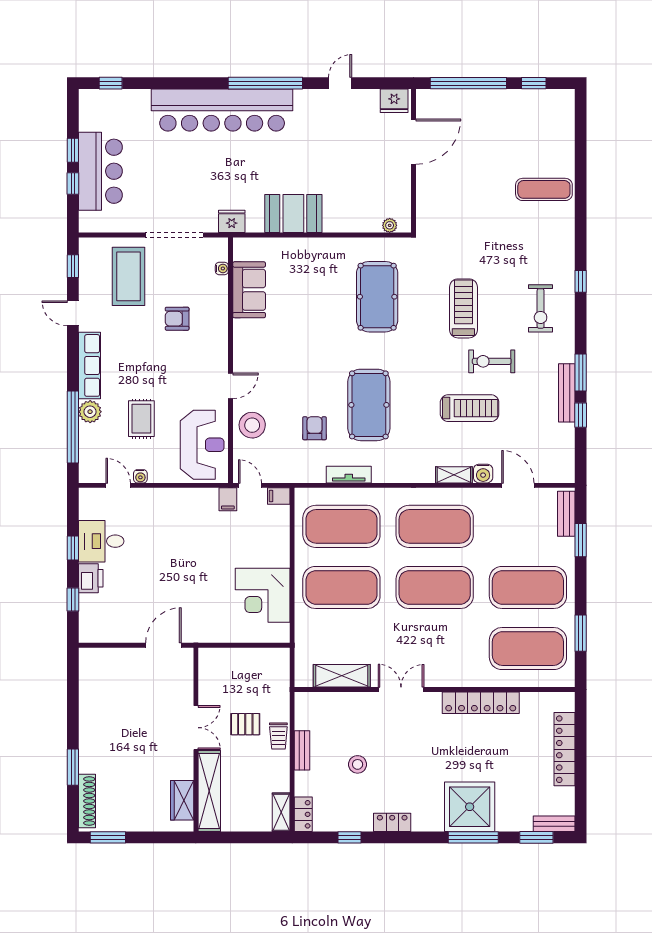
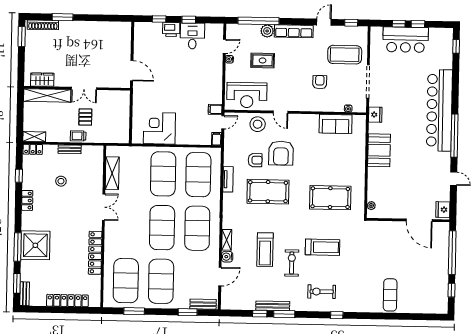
armchair: (301, 384) -> (281, 153), added

